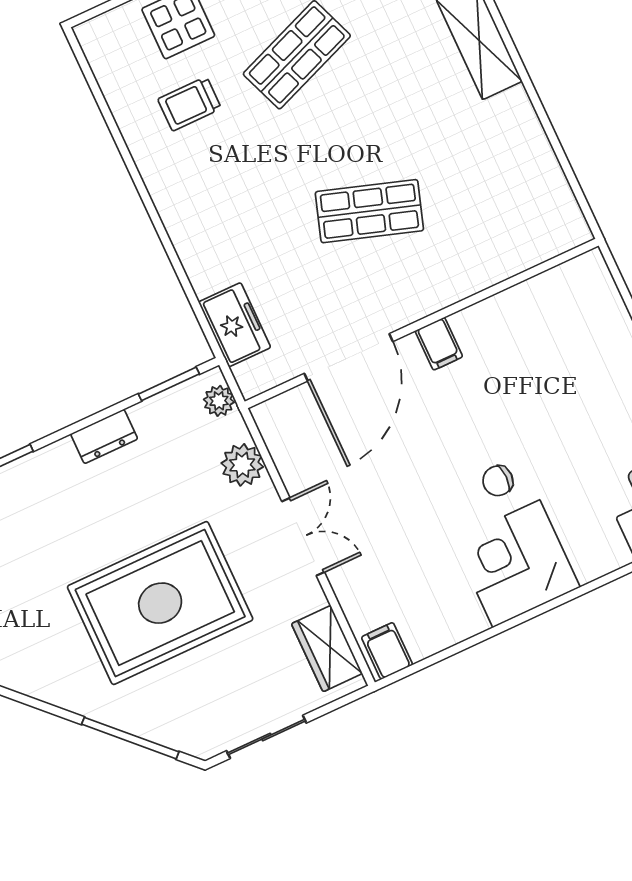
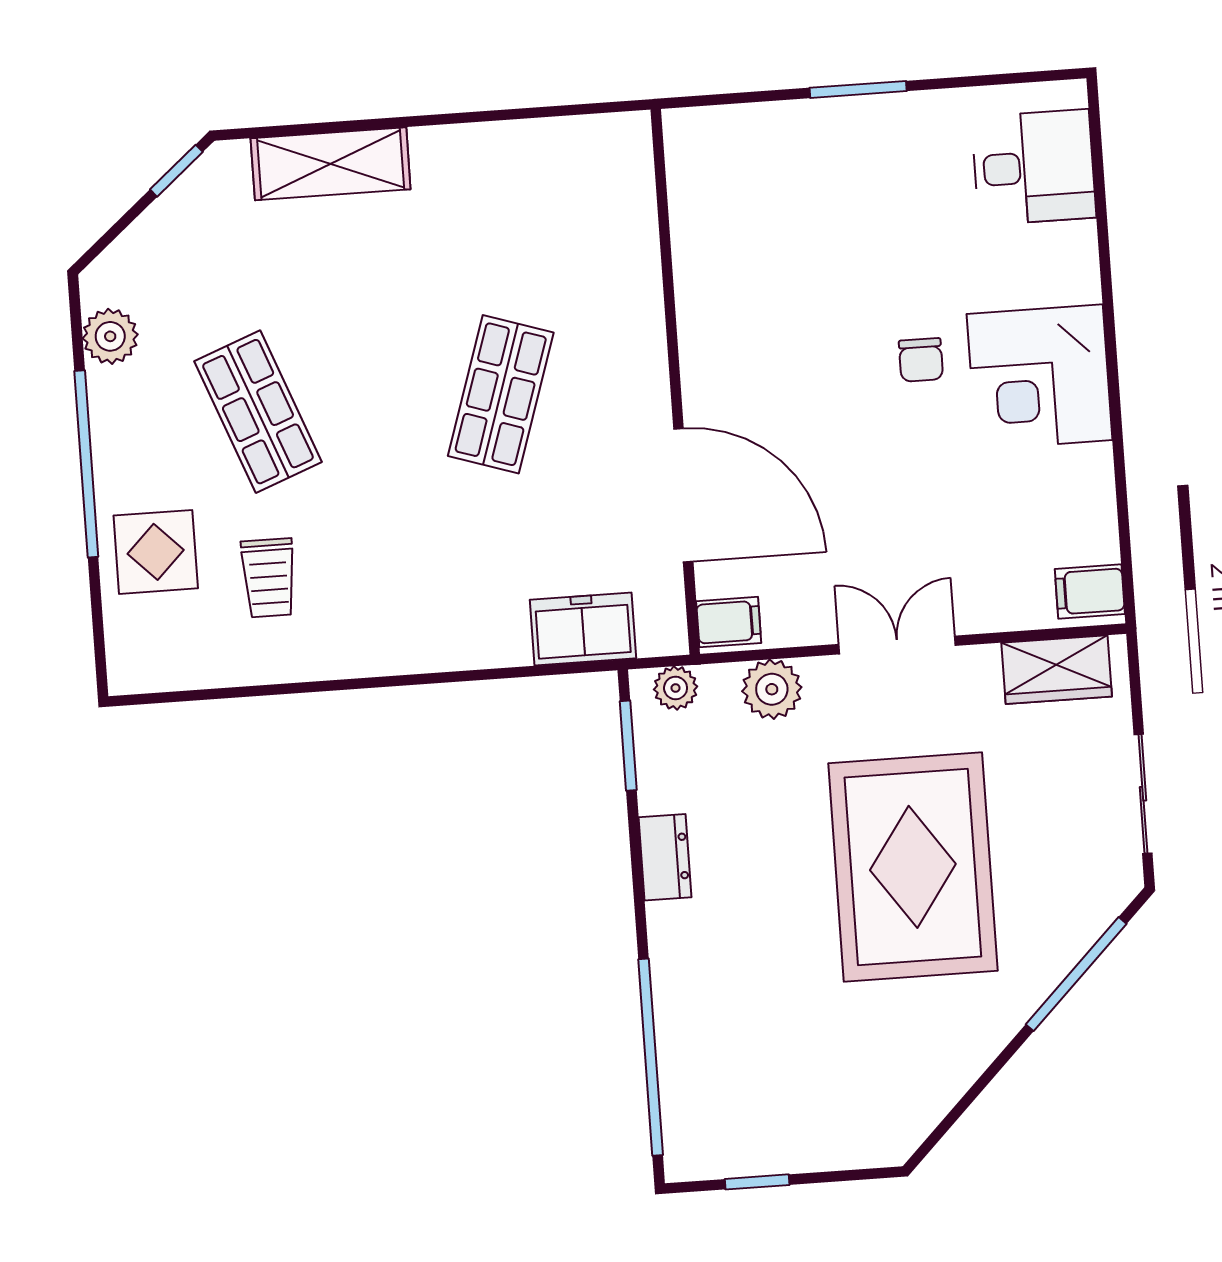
filing cabinet: (439, 344) -> (729, 622), moved

